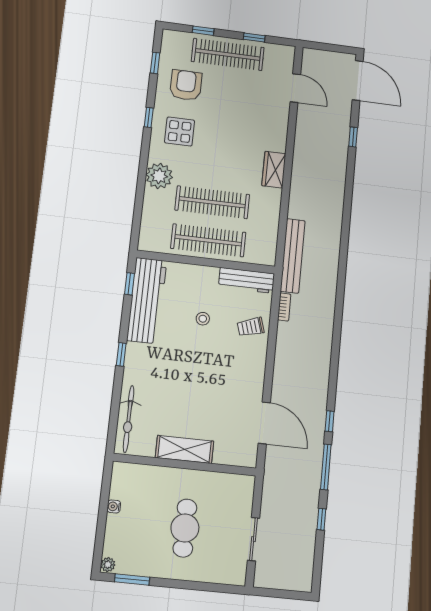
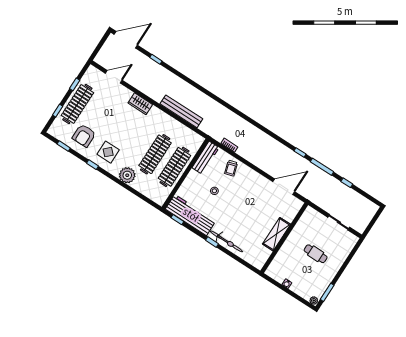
armchair: (186, 85) -> (84, 136), turned -90
wardrobe: (274, 170) -> (140, 104), moved
bench: (293, 256) -> (181, 111), moved
bicycle: (129, 419) -> (226, 241), moved
cafe table: (185, 528) -> (316, 254), width x0.73, depth x0.74

